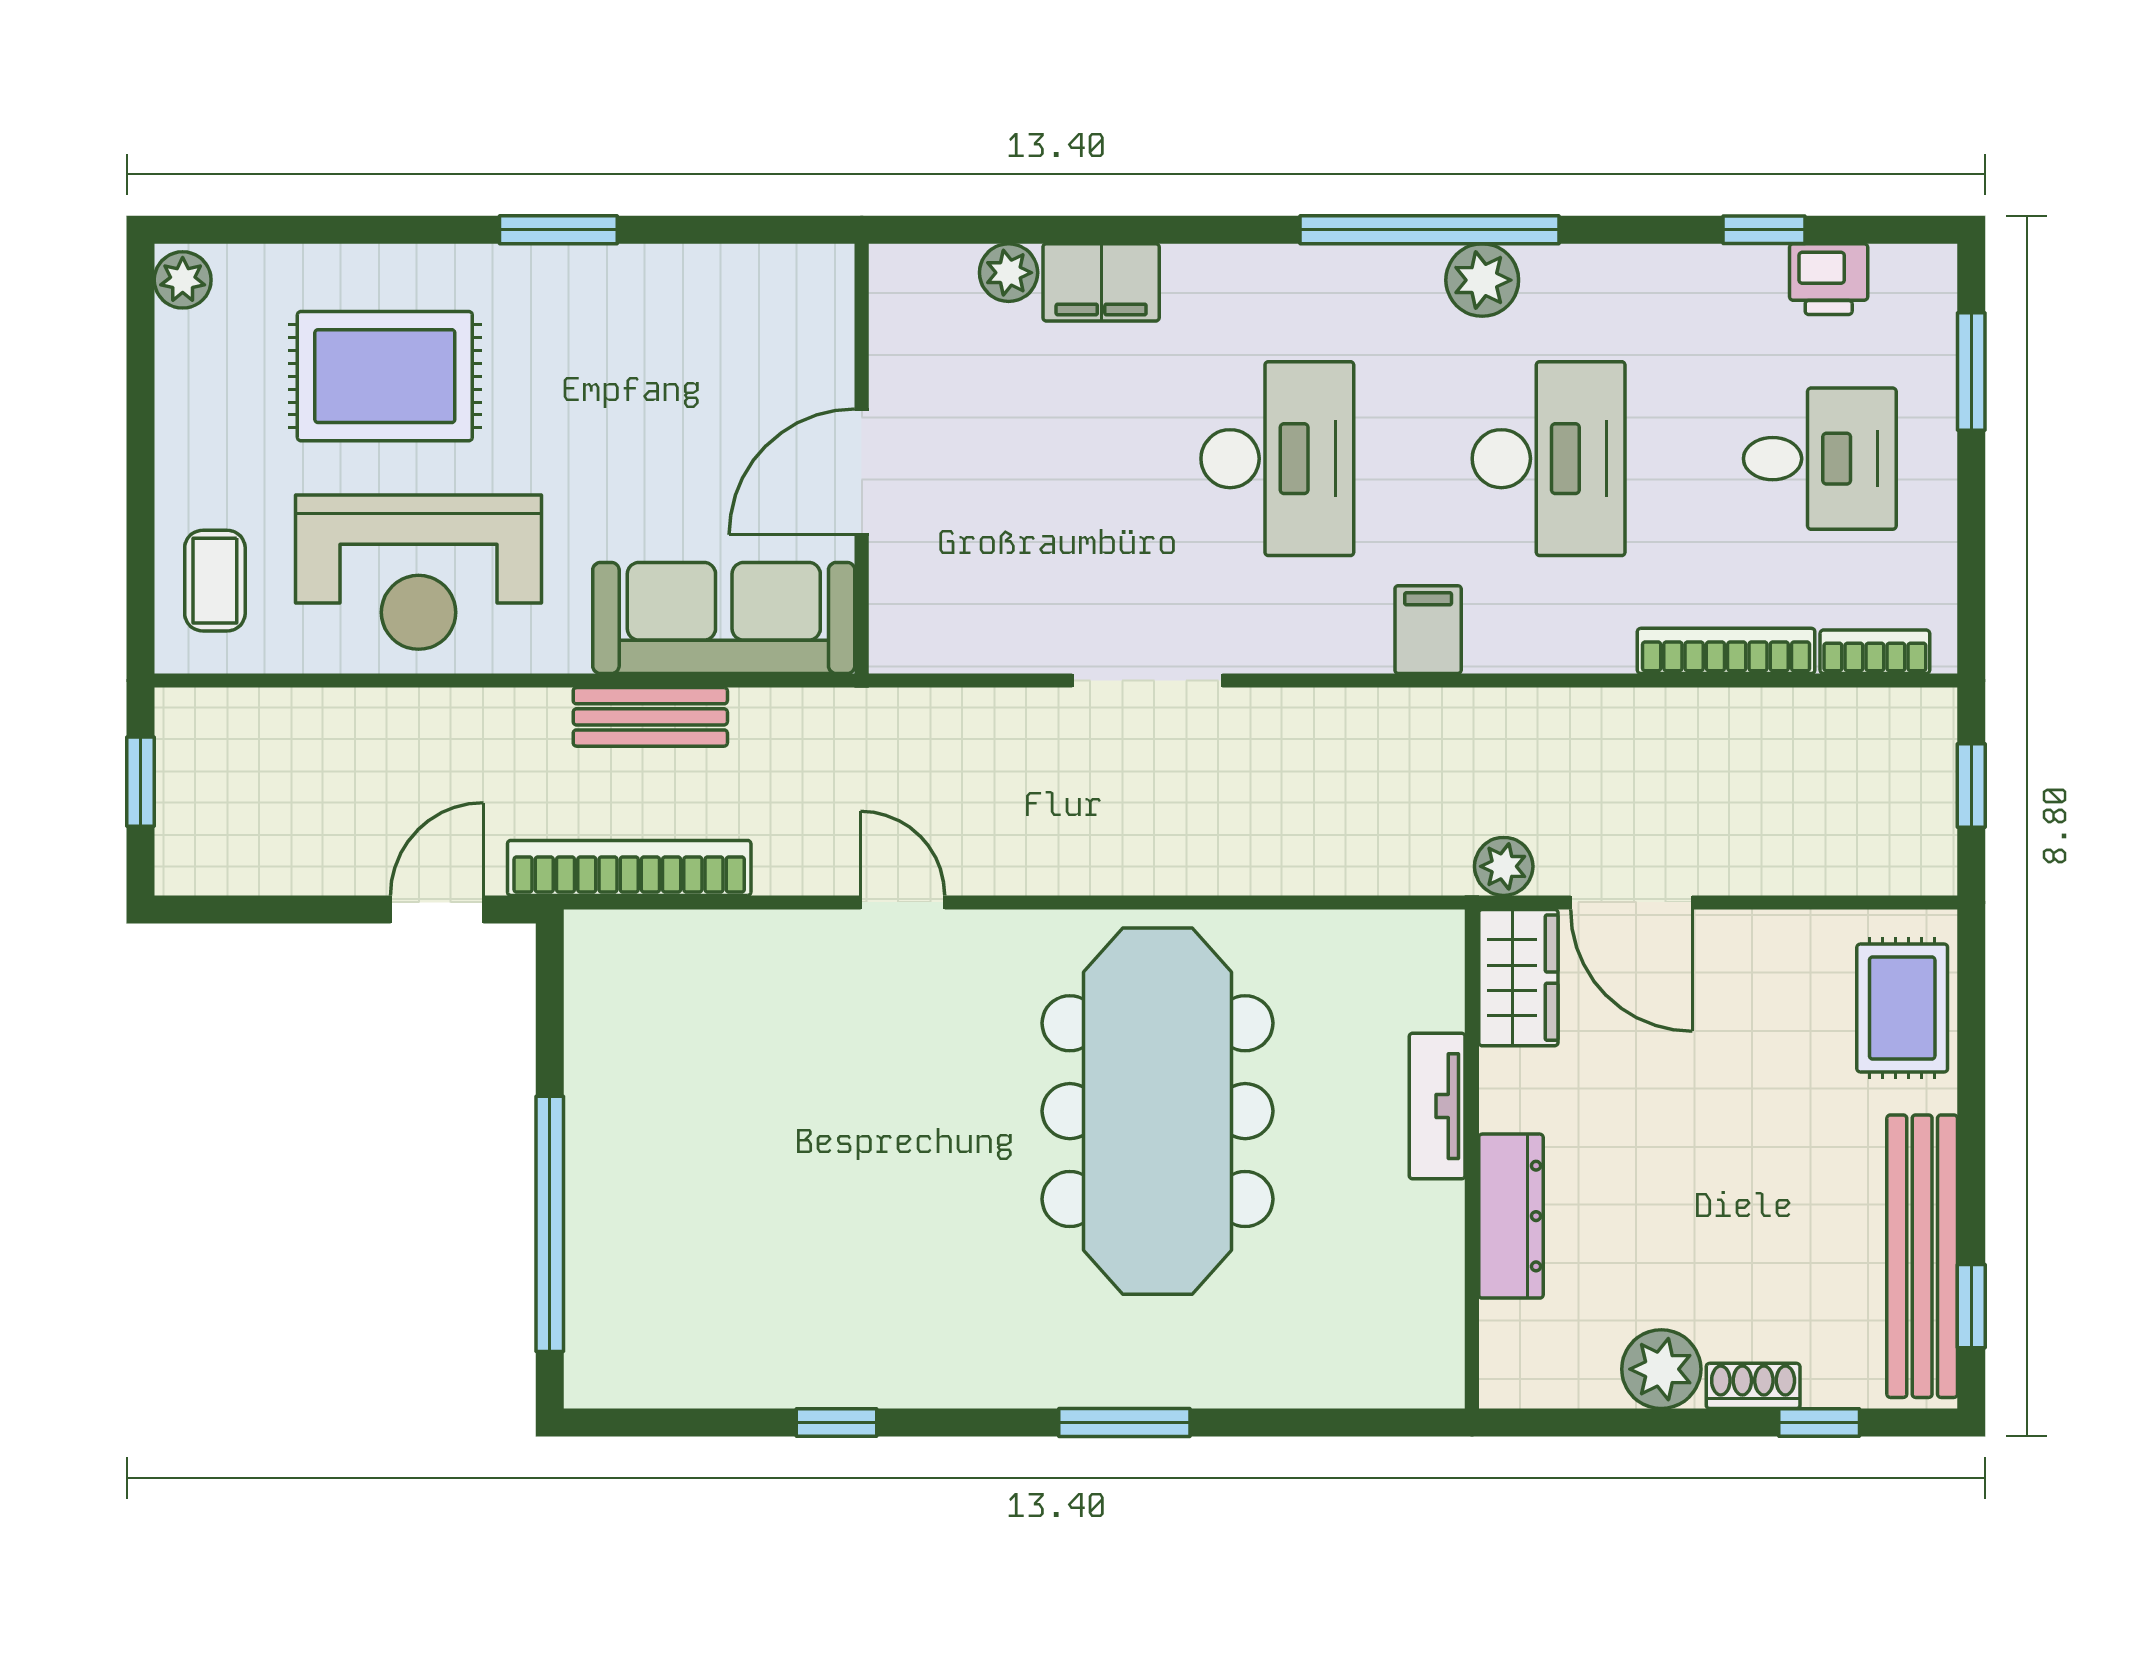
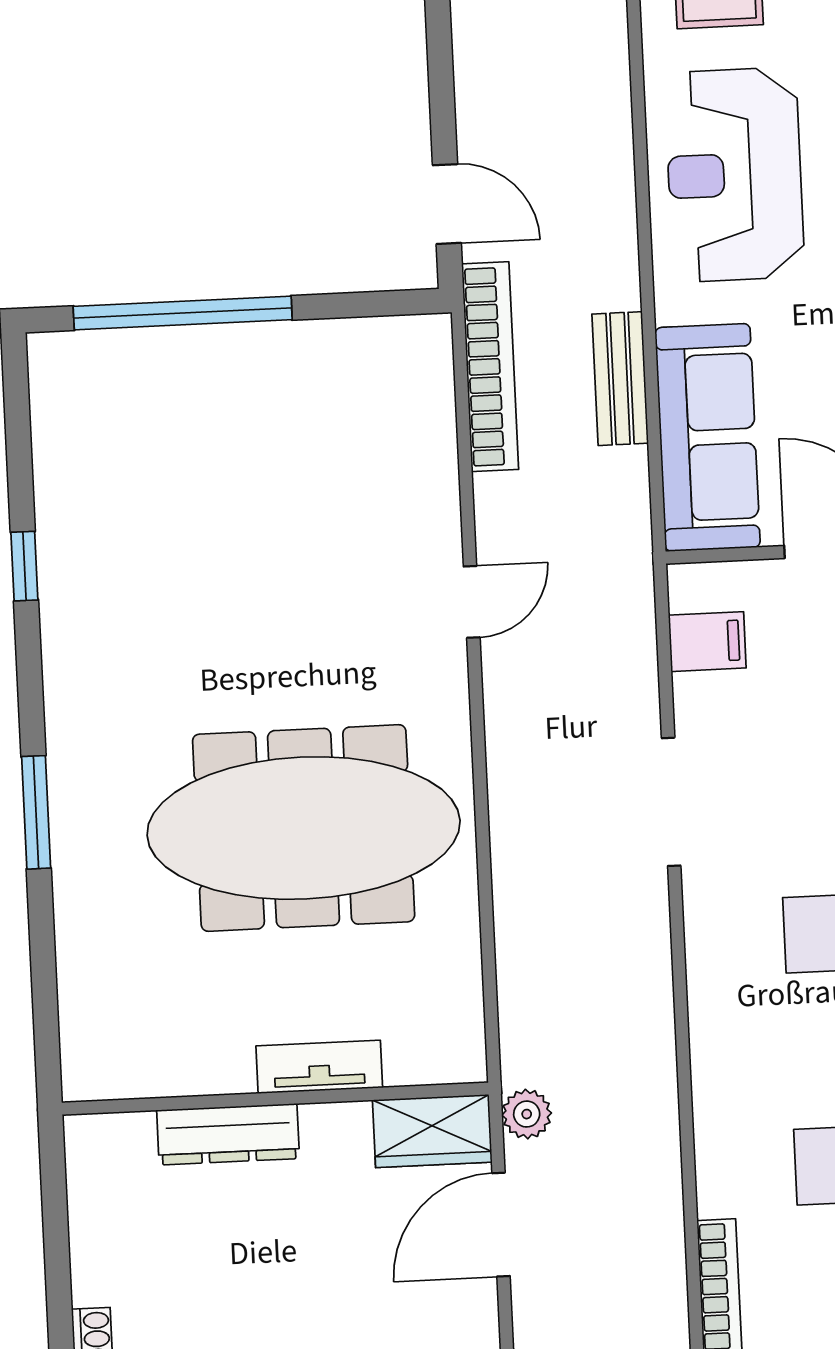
filing cabinet: (1428, 630) -> (707, 642), moved
plant: (1661, 1369) -> (103, 1269), removed

